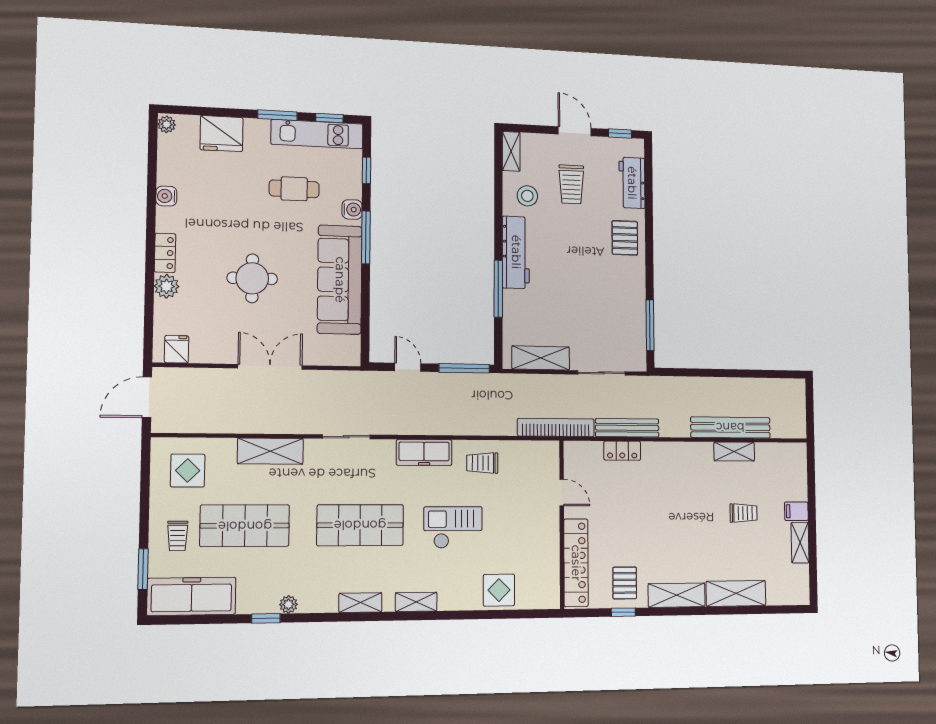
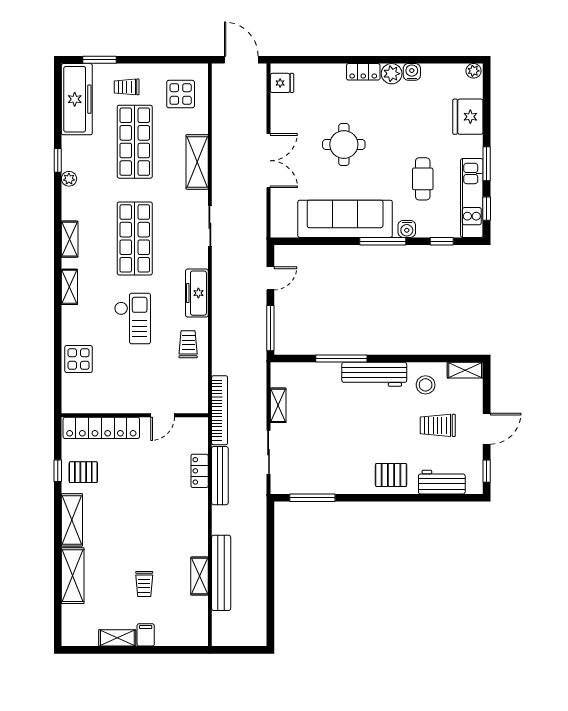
plant: (167, 286) -> (392, 74), moved
shelving: (541, 358) -> (278, 405), width x0.67, depth x0.75

